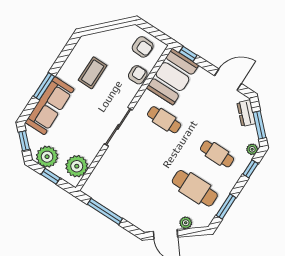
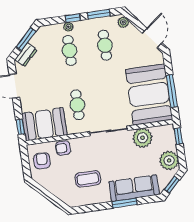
plant: (252, 149) -> (68, 27), moved
plant: (77, 166) -> (142, 138), moved
window: (250, 169) -> (73, 18), moved
window: (51, 176) -> (178, 136), moved
cafe table: (195, 188) -> (105, 45), width x0.73, depth x0.74
booth: (119, 189) -> (149, 95), added
plant: (186, 223) -> (123, 22), moved

